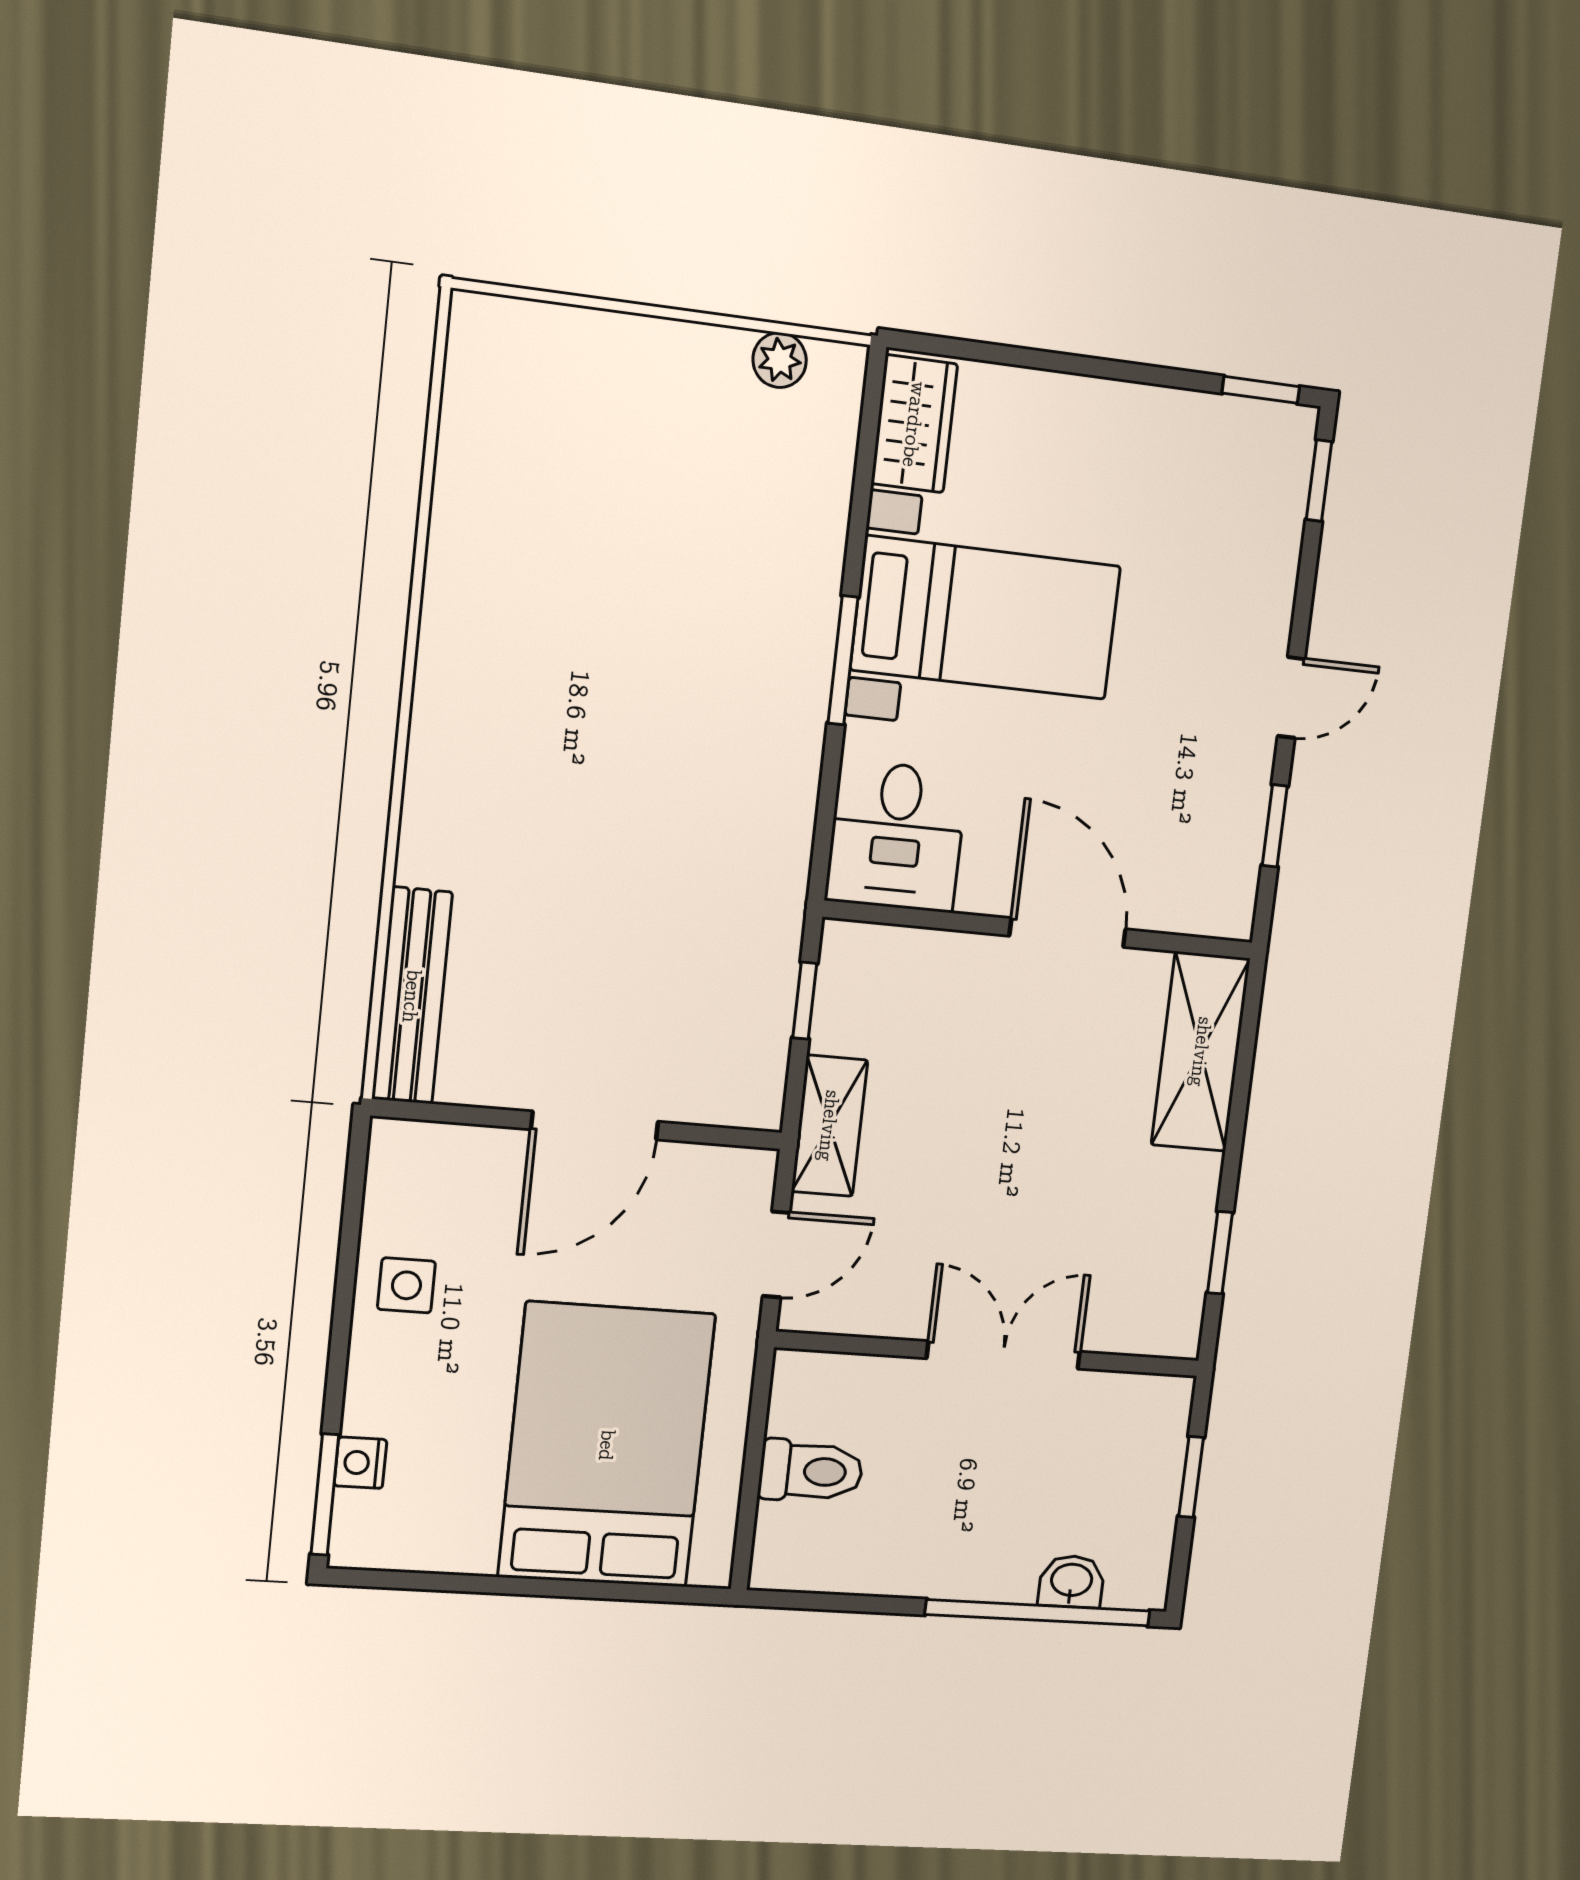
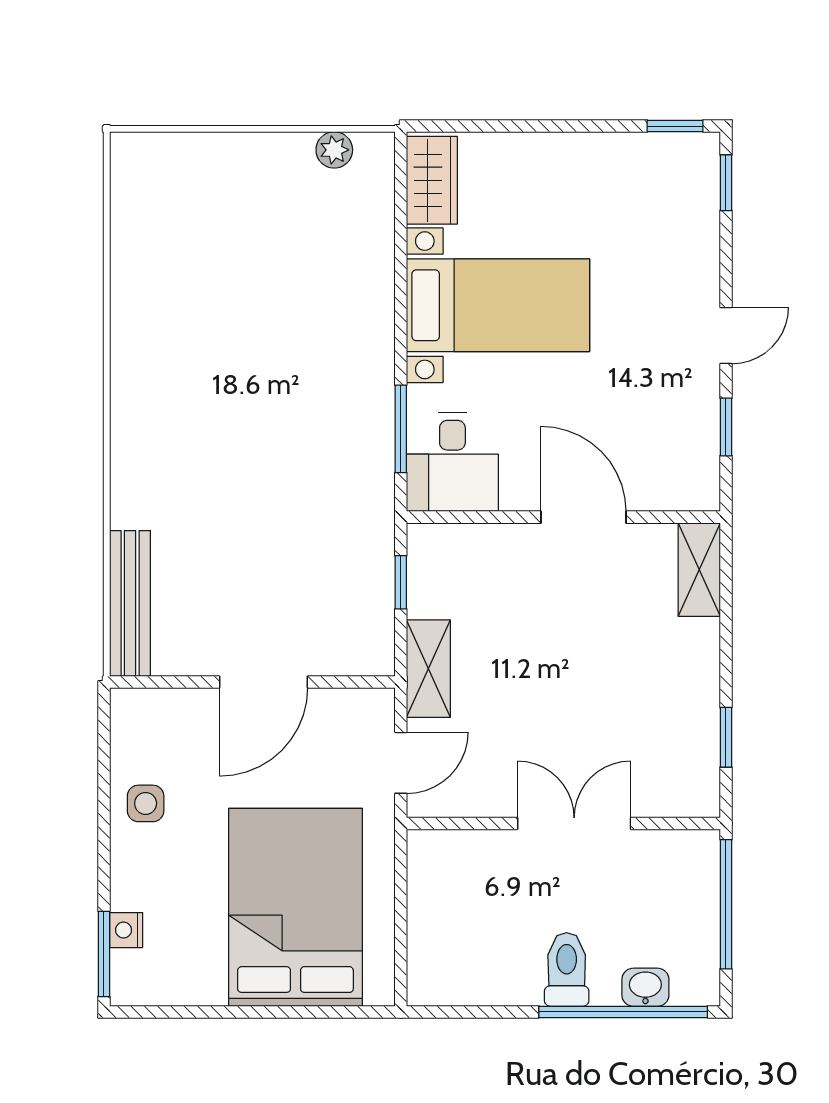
window: (843, 660) -> (401, 429), moved
shelving: (1201, 1052) -> (699, 570), width x0.67, depth x0.75
toilet: (811, 1471) -> (567, 970), moved, turned -90
window: (1191, 1477) -> (726, 904), width x2.17

